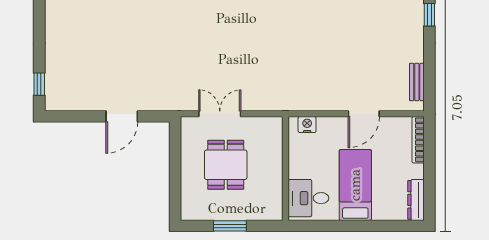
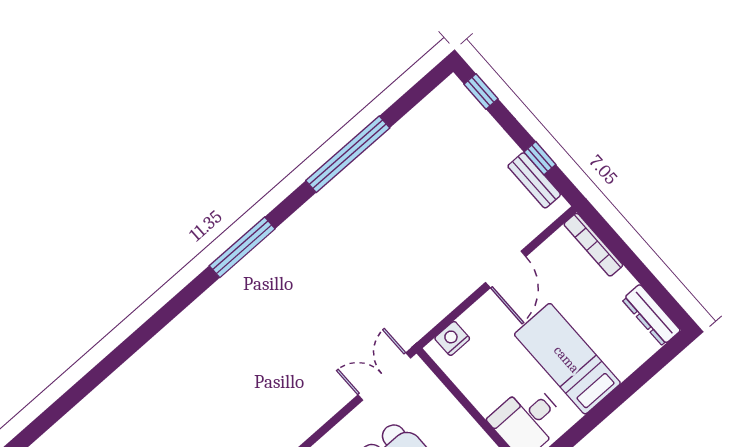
window: (429, 73) -> (540, 158), added
double door: (220, 114) -> (384, 377), moved

